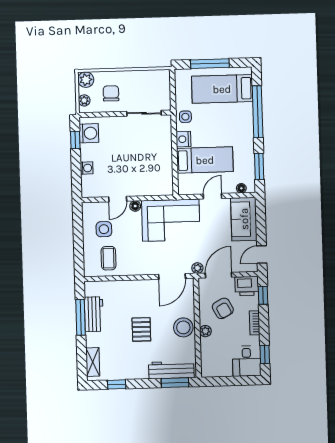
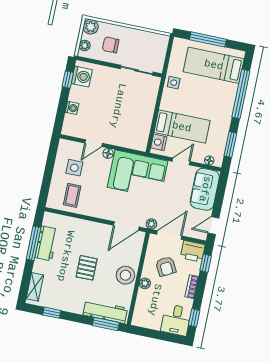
chair: (111, 93) -> (111, 45), turned -90
nightstand: (183, 139) -> (159, 142), moved

